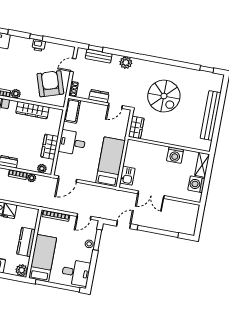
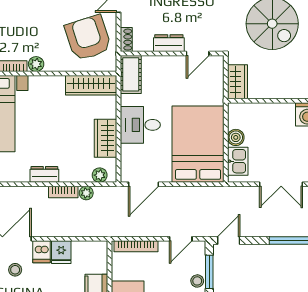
wardrobe: (32, 110) -> (91, 85), moved
boiler: (129, 161) -> (236, 137), added
bed: (110, 162) -> (198, 144), width x1.50
door: (124, 225) -> (229, 241), moved

